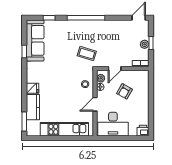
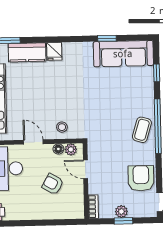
armchair: (122, 30) -> (141, 178), added
coffee table: (87, 54) -> (142, 130), moved

